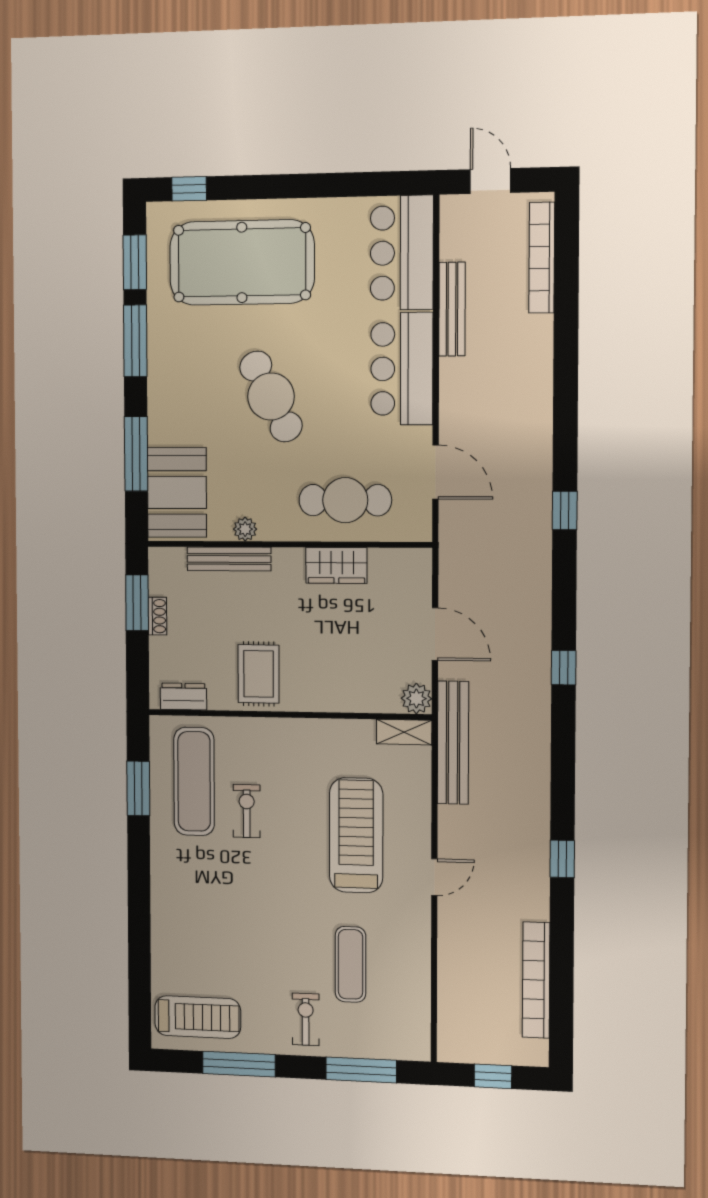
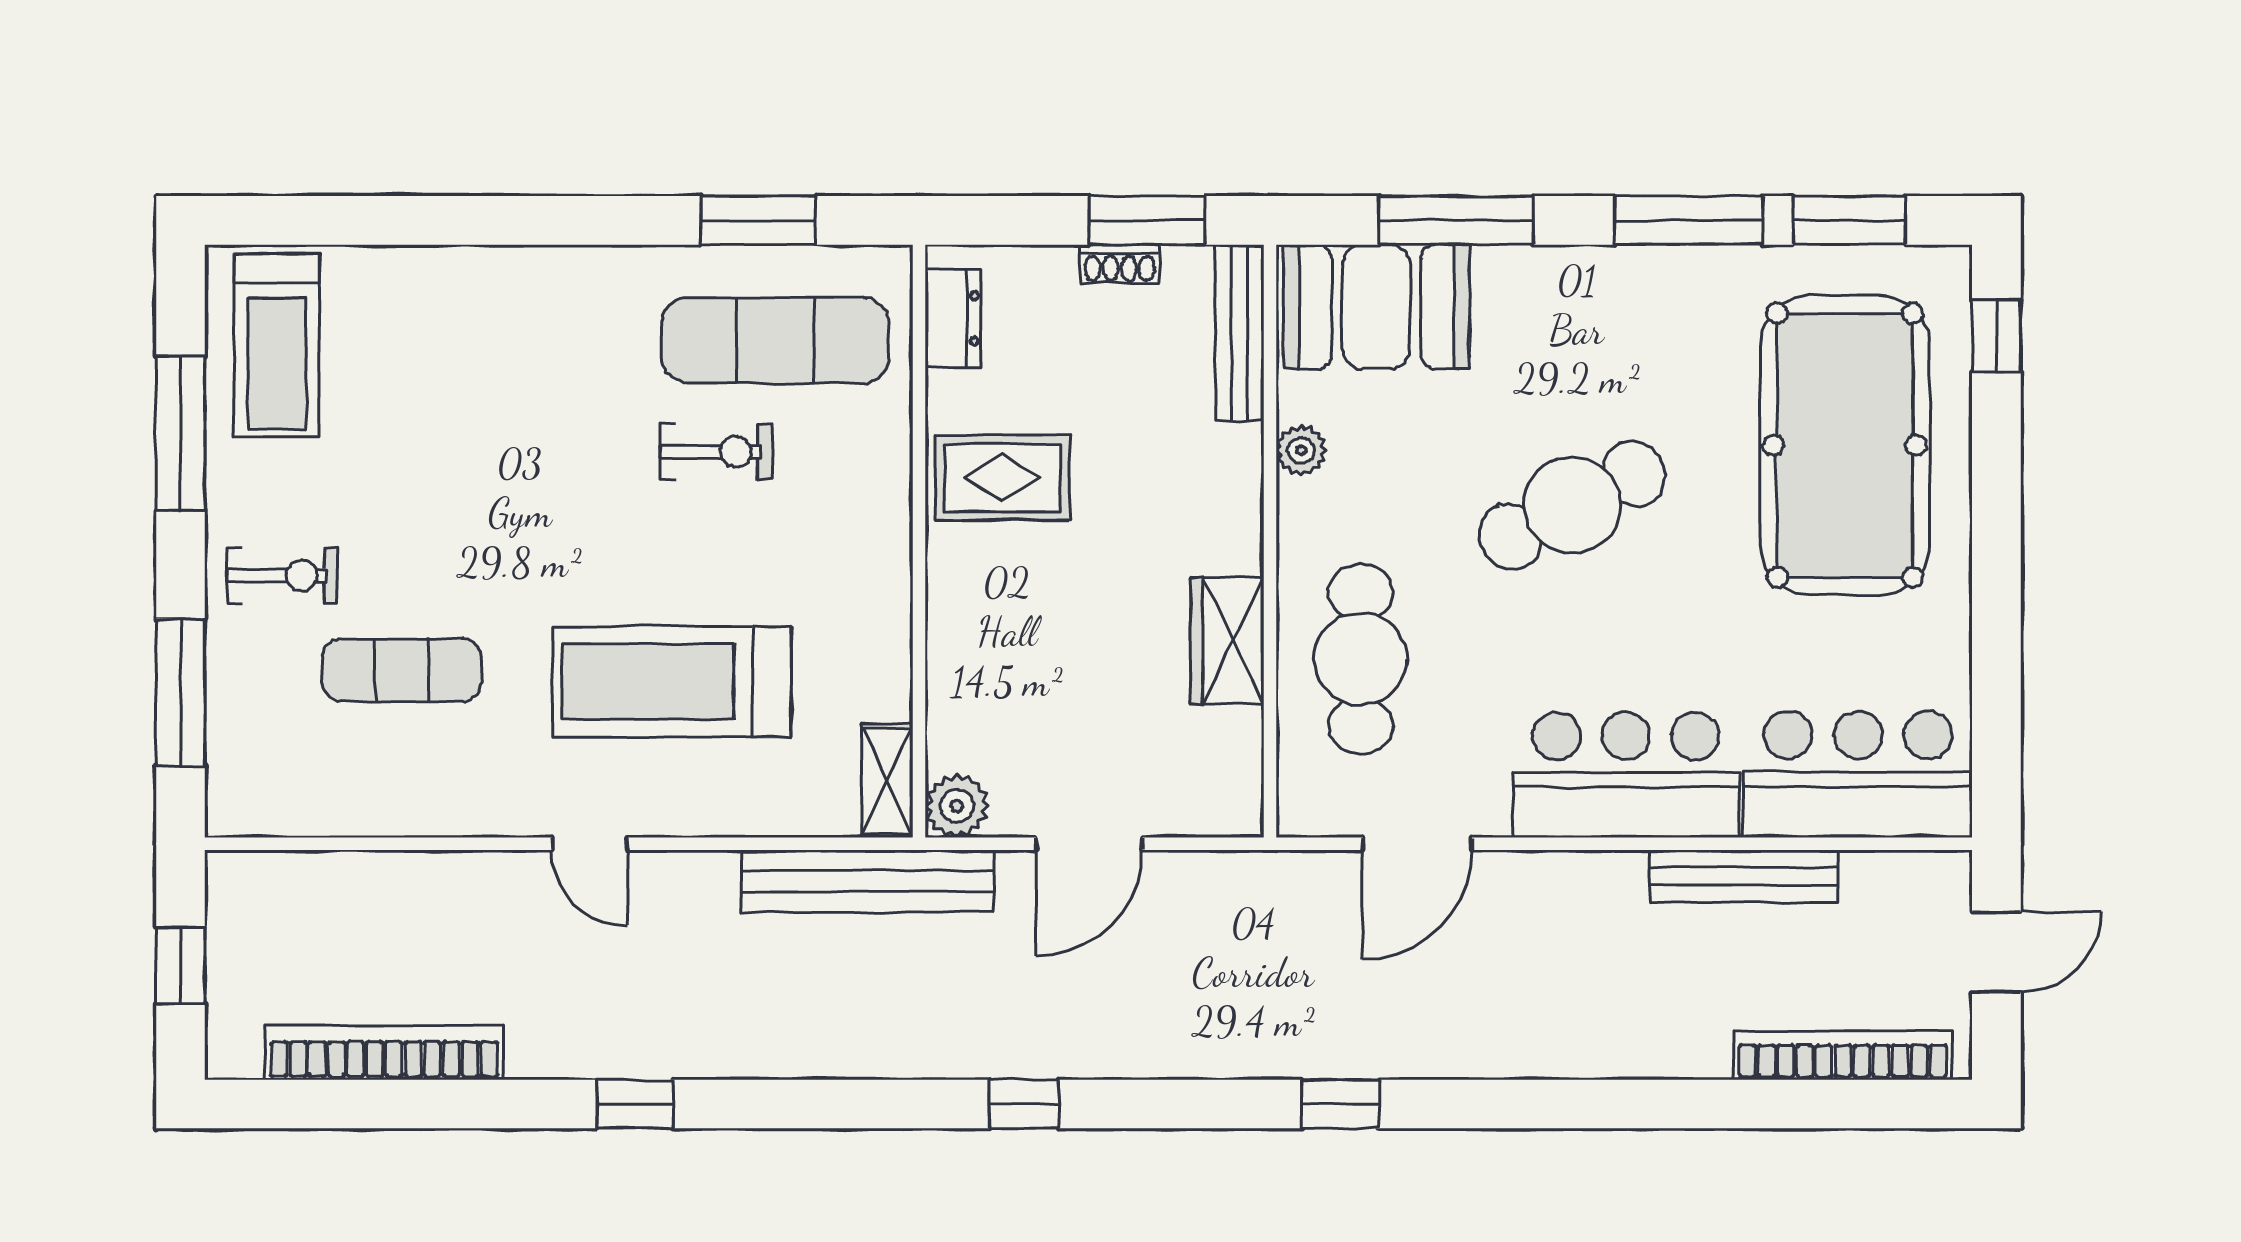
bench: (229, 559) -> (1239, 332), moved
treadmill: (356, 835) -> (672, 682), turned 180

